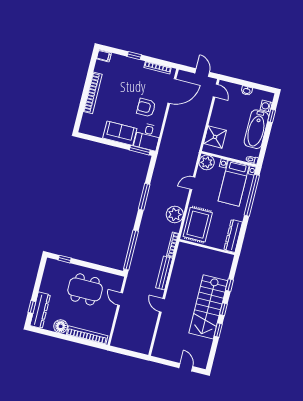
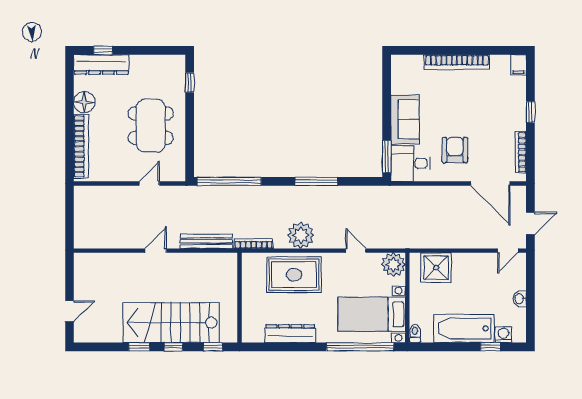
wall: (207, 247) -> (239, 298), moved

